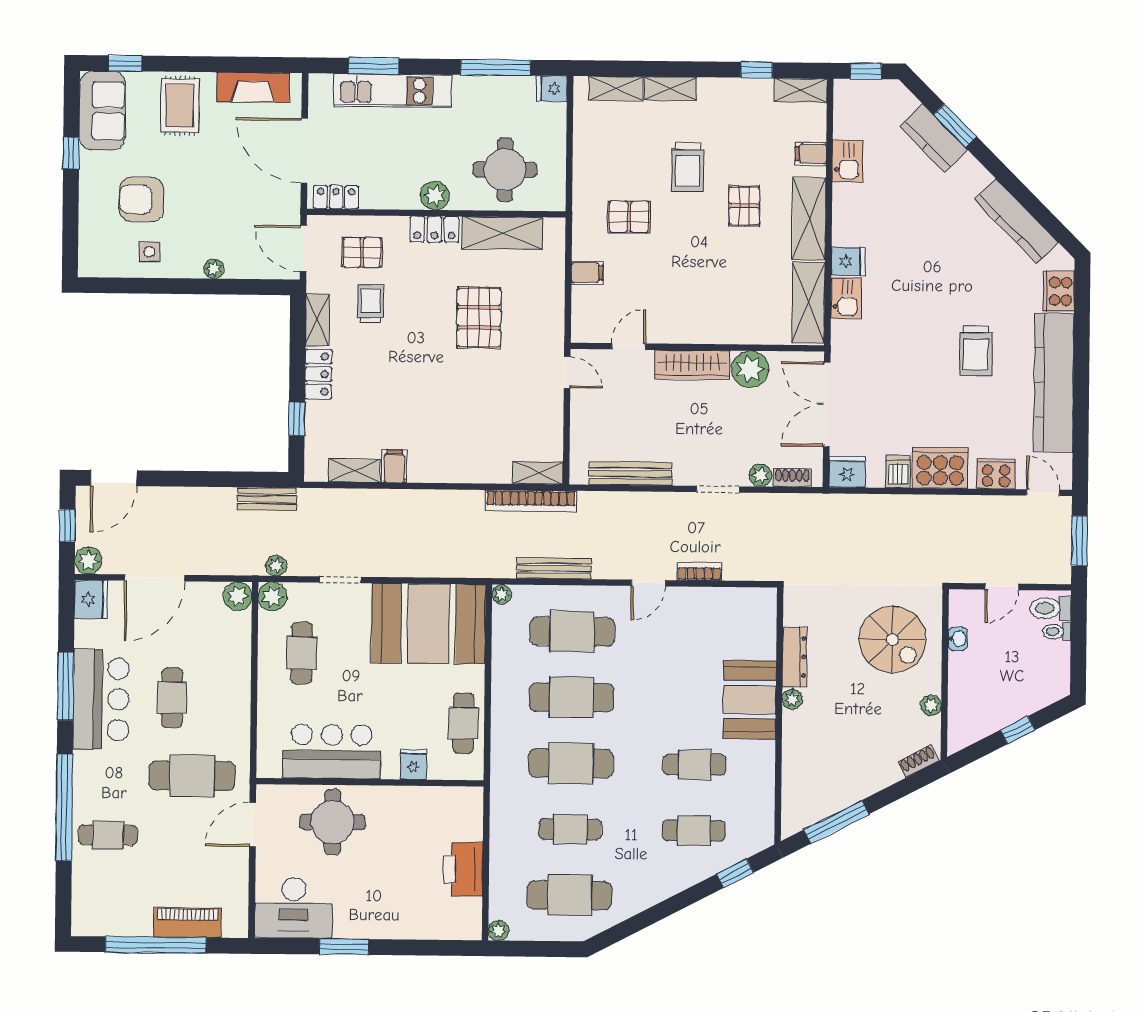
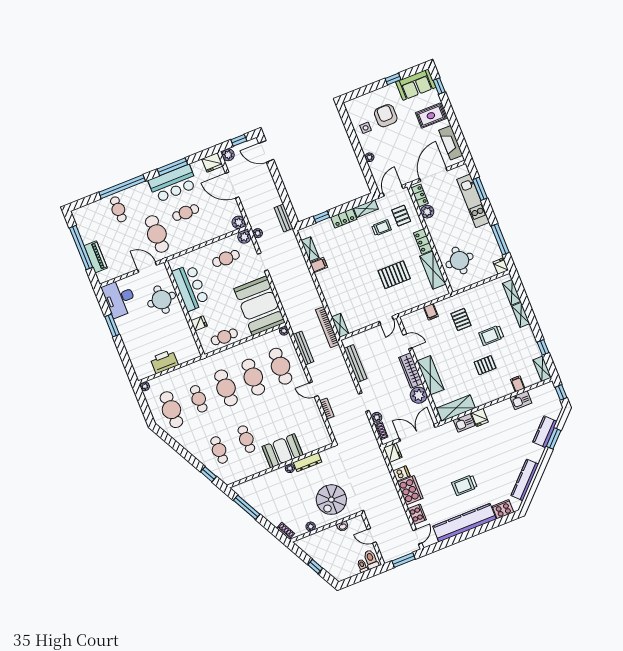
plant: (435, 196) -> (427, 212), moved
shelving: (809, 219) -> (430, 375), moved, turned 90

